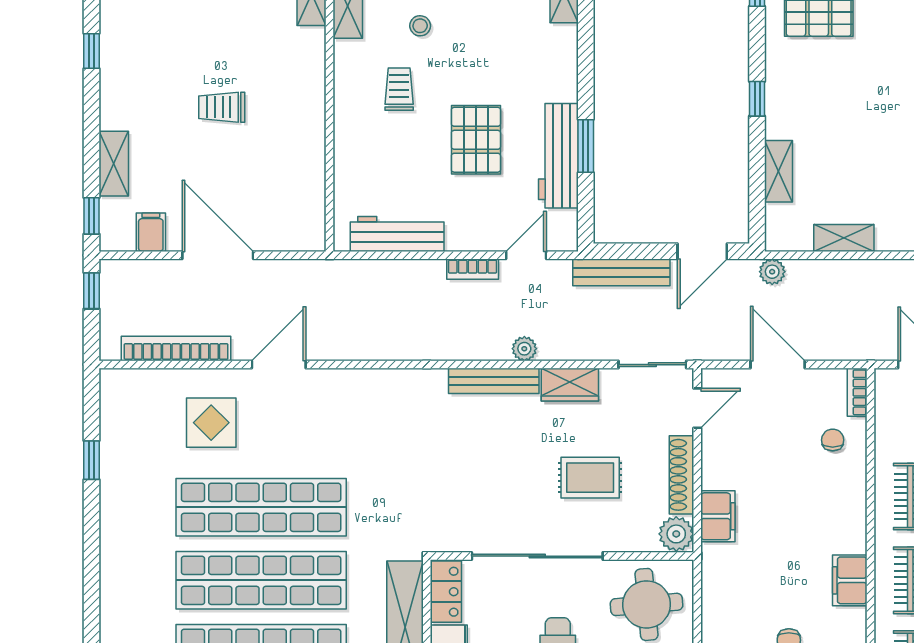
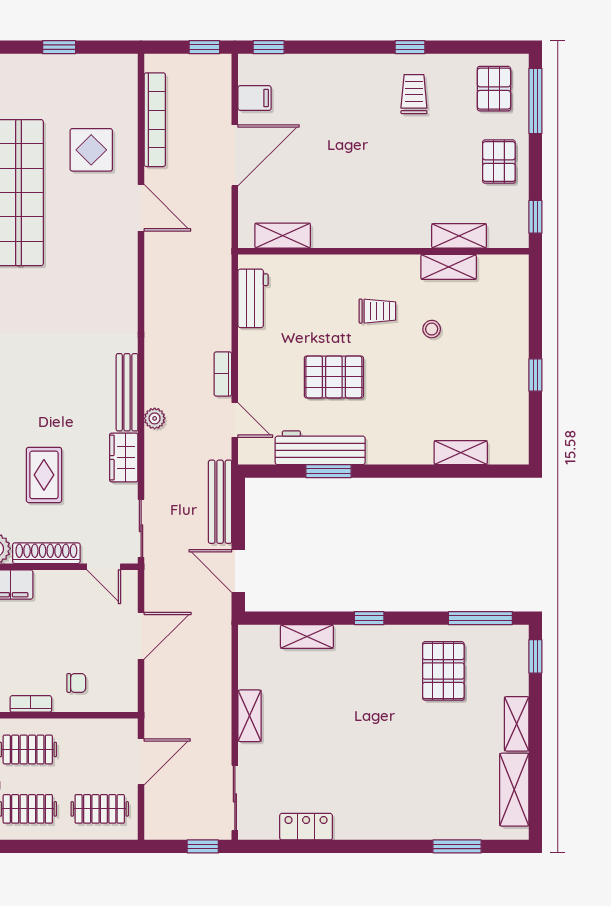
trolley: (222, 107) -> (414, 94), moved
shelving: (114, 164) -> (283, 236), moved
workbench: (397, 234) -> (253, 298), width x0.73
shelving: (844, 238) -> (250, 716), moved
plant: (772, 272) -> (221, 631), removed
bookcase: (857, 392) -> (31, 704), moved

